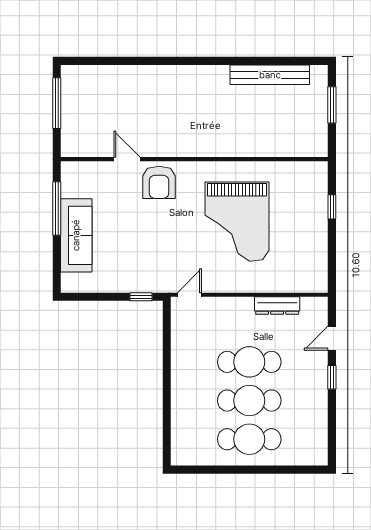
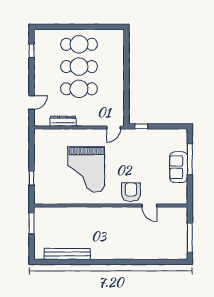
window: (332, 105) -> (32, 223), moved
window: (57, 208) -> (190, 159), moved
grand piano: (237, 222) -> (86, 169), turned 180
sofa: (76, 235) -> (179, 167), width x0.73
window: (332, 377) -> (32, 51), moved

